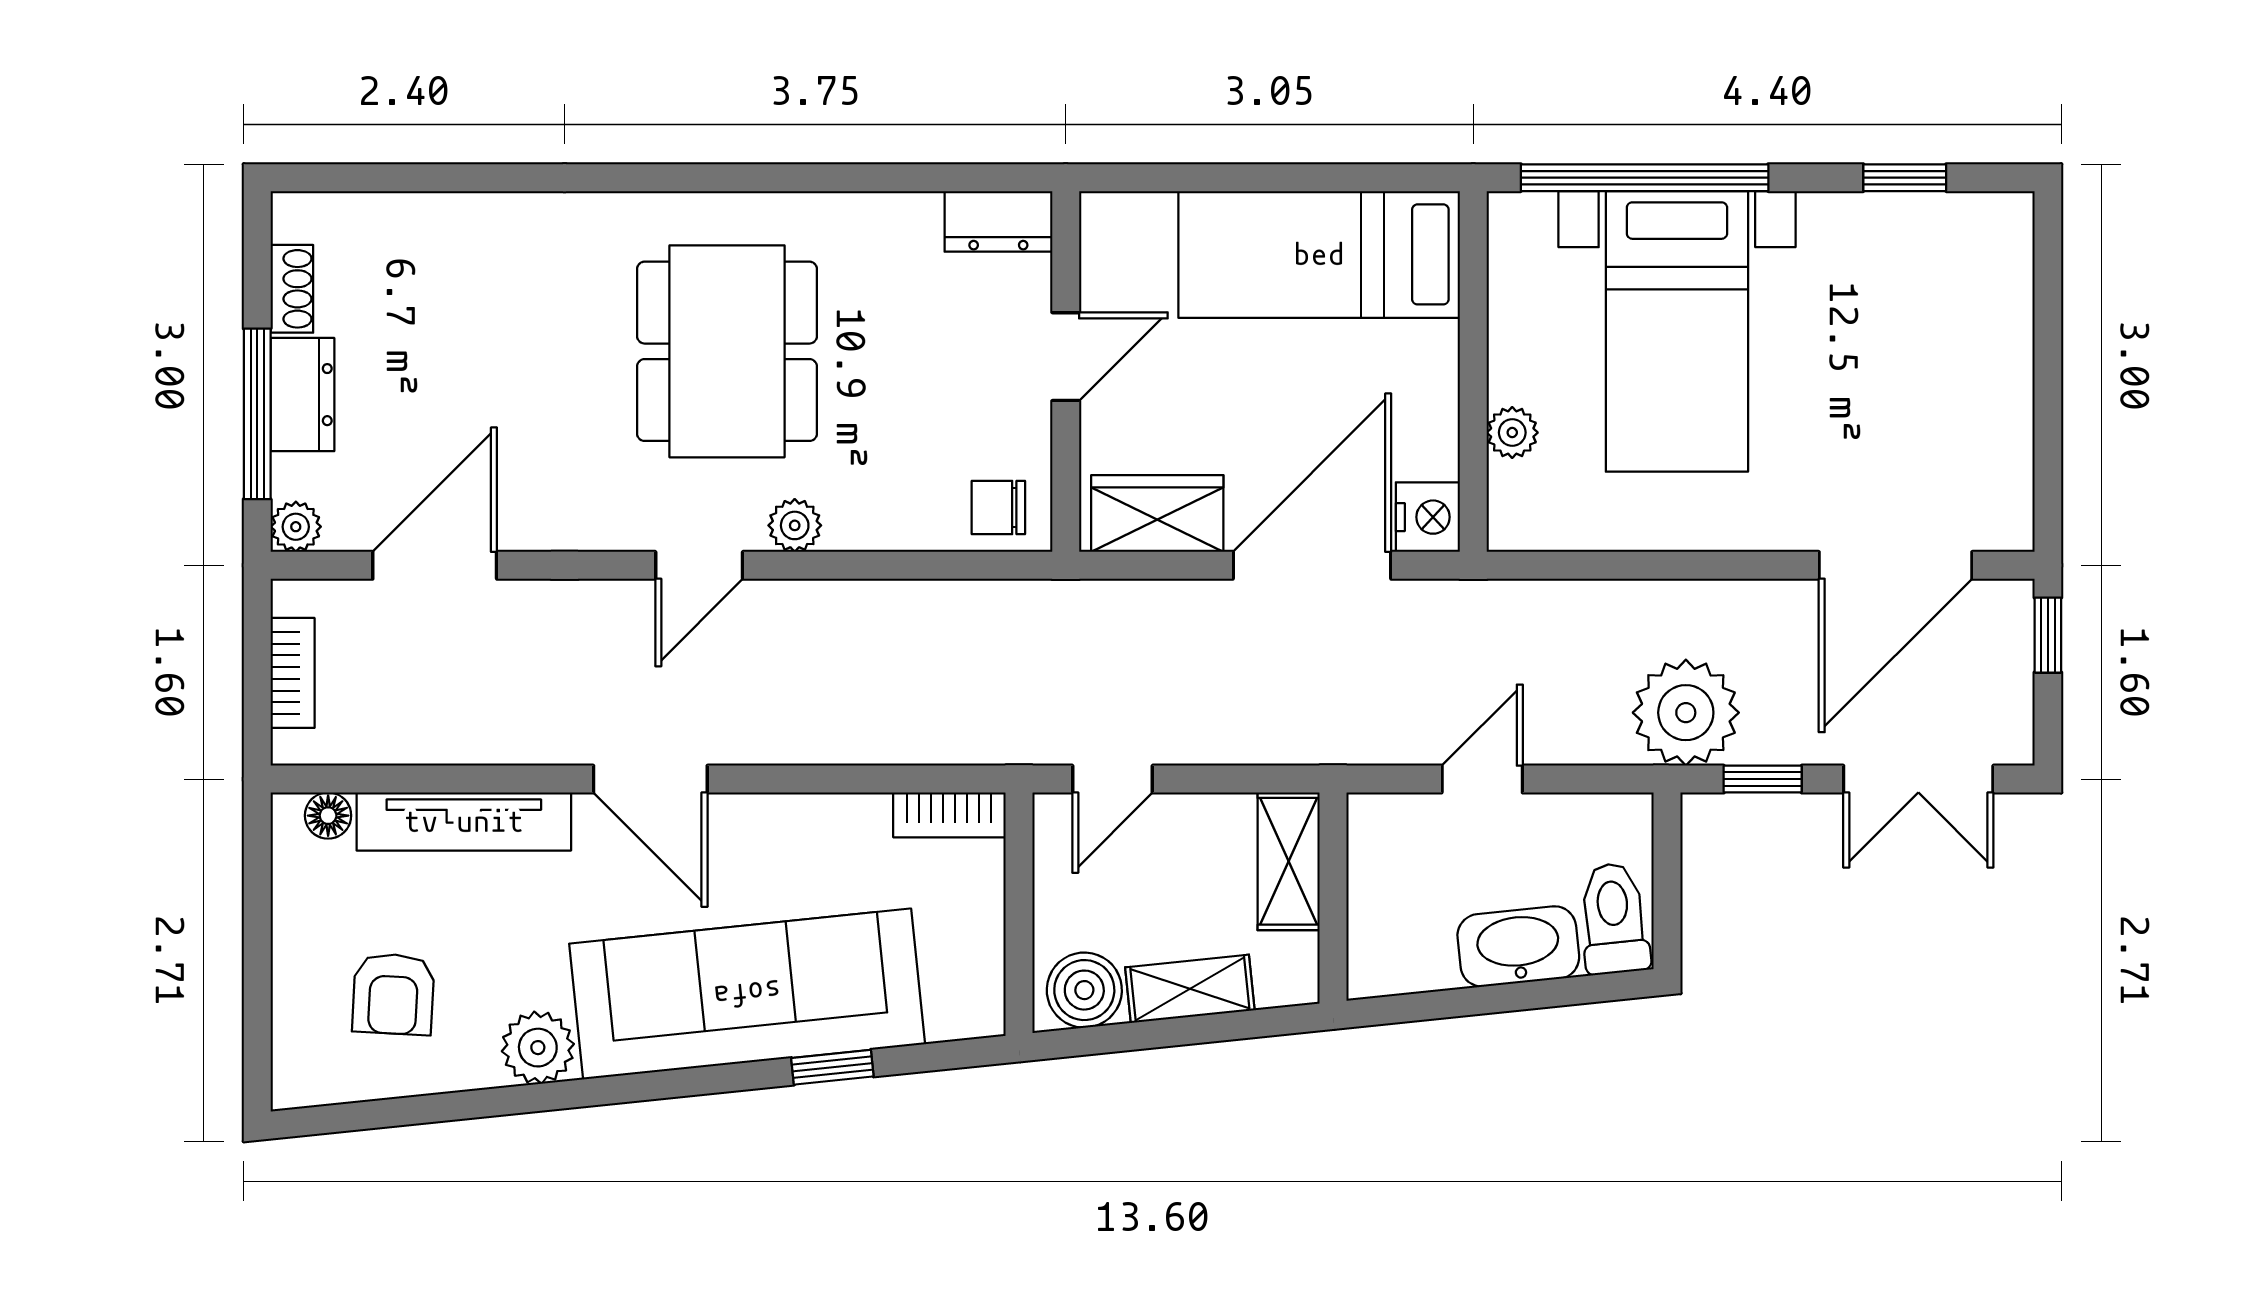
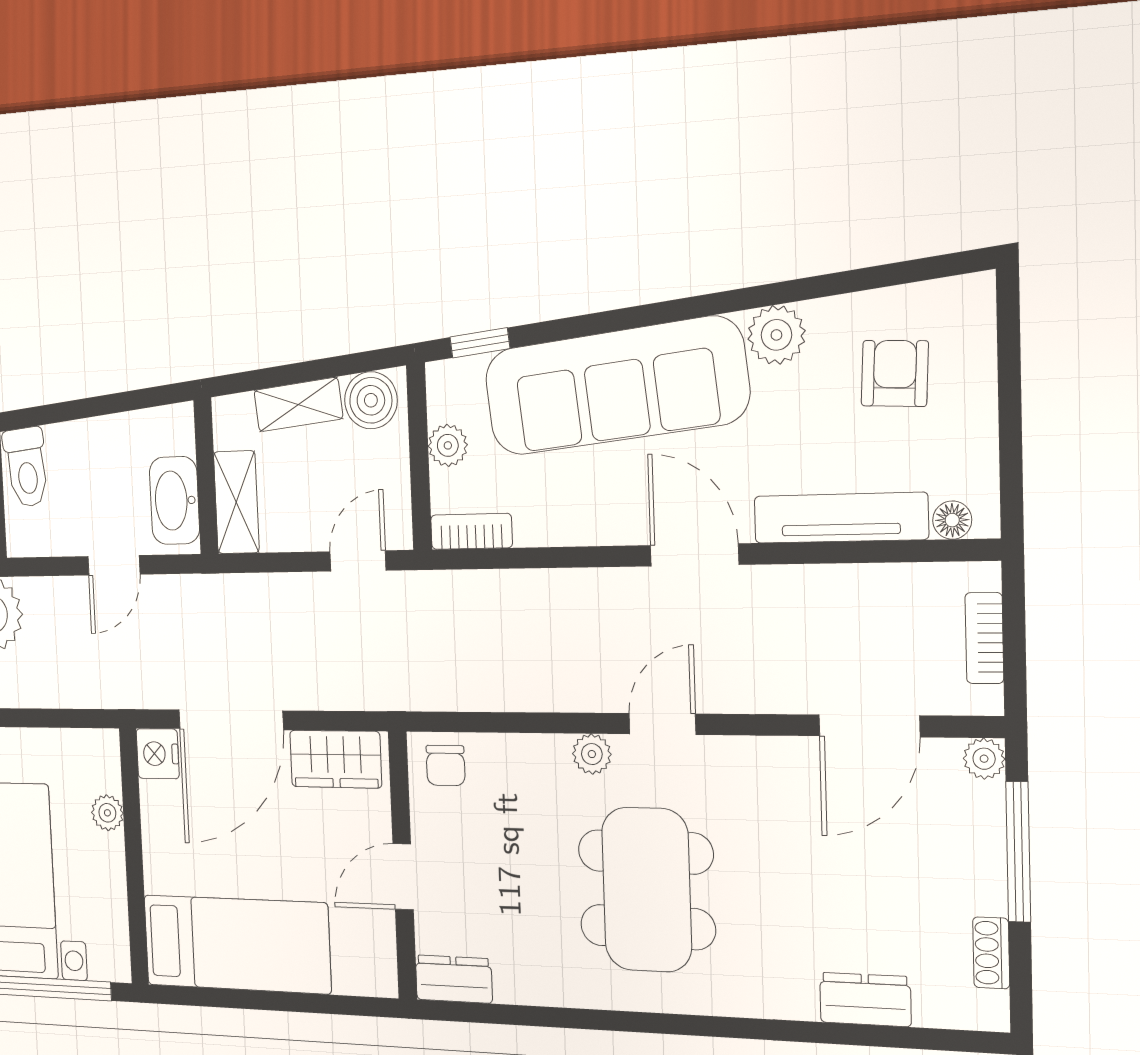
dresser: (302, 395) -> (865, 1000), moved, turned 90
chair: (998, 507) -> (446, 765), turned 90
plant: (978, 927) -> (448, 445), added
washbasin: (1518, 946) -> (174, 500), moved, turned 96
window: (832, 1067) -> (480, 343), moved

